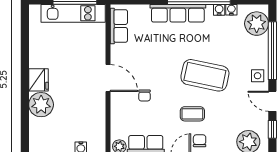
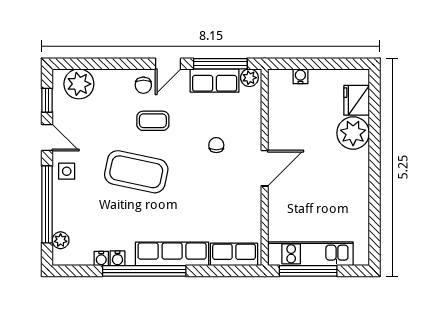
plant: (257, 24) -> (61, 240), width x0.53, depth x0.53
row of seats: (119, 26) -> (234, 254), moved, turned 90
door: (108, 78) -> (265, 168), swing flipped
fridge: (38, 80) -> (357, 100), moved

